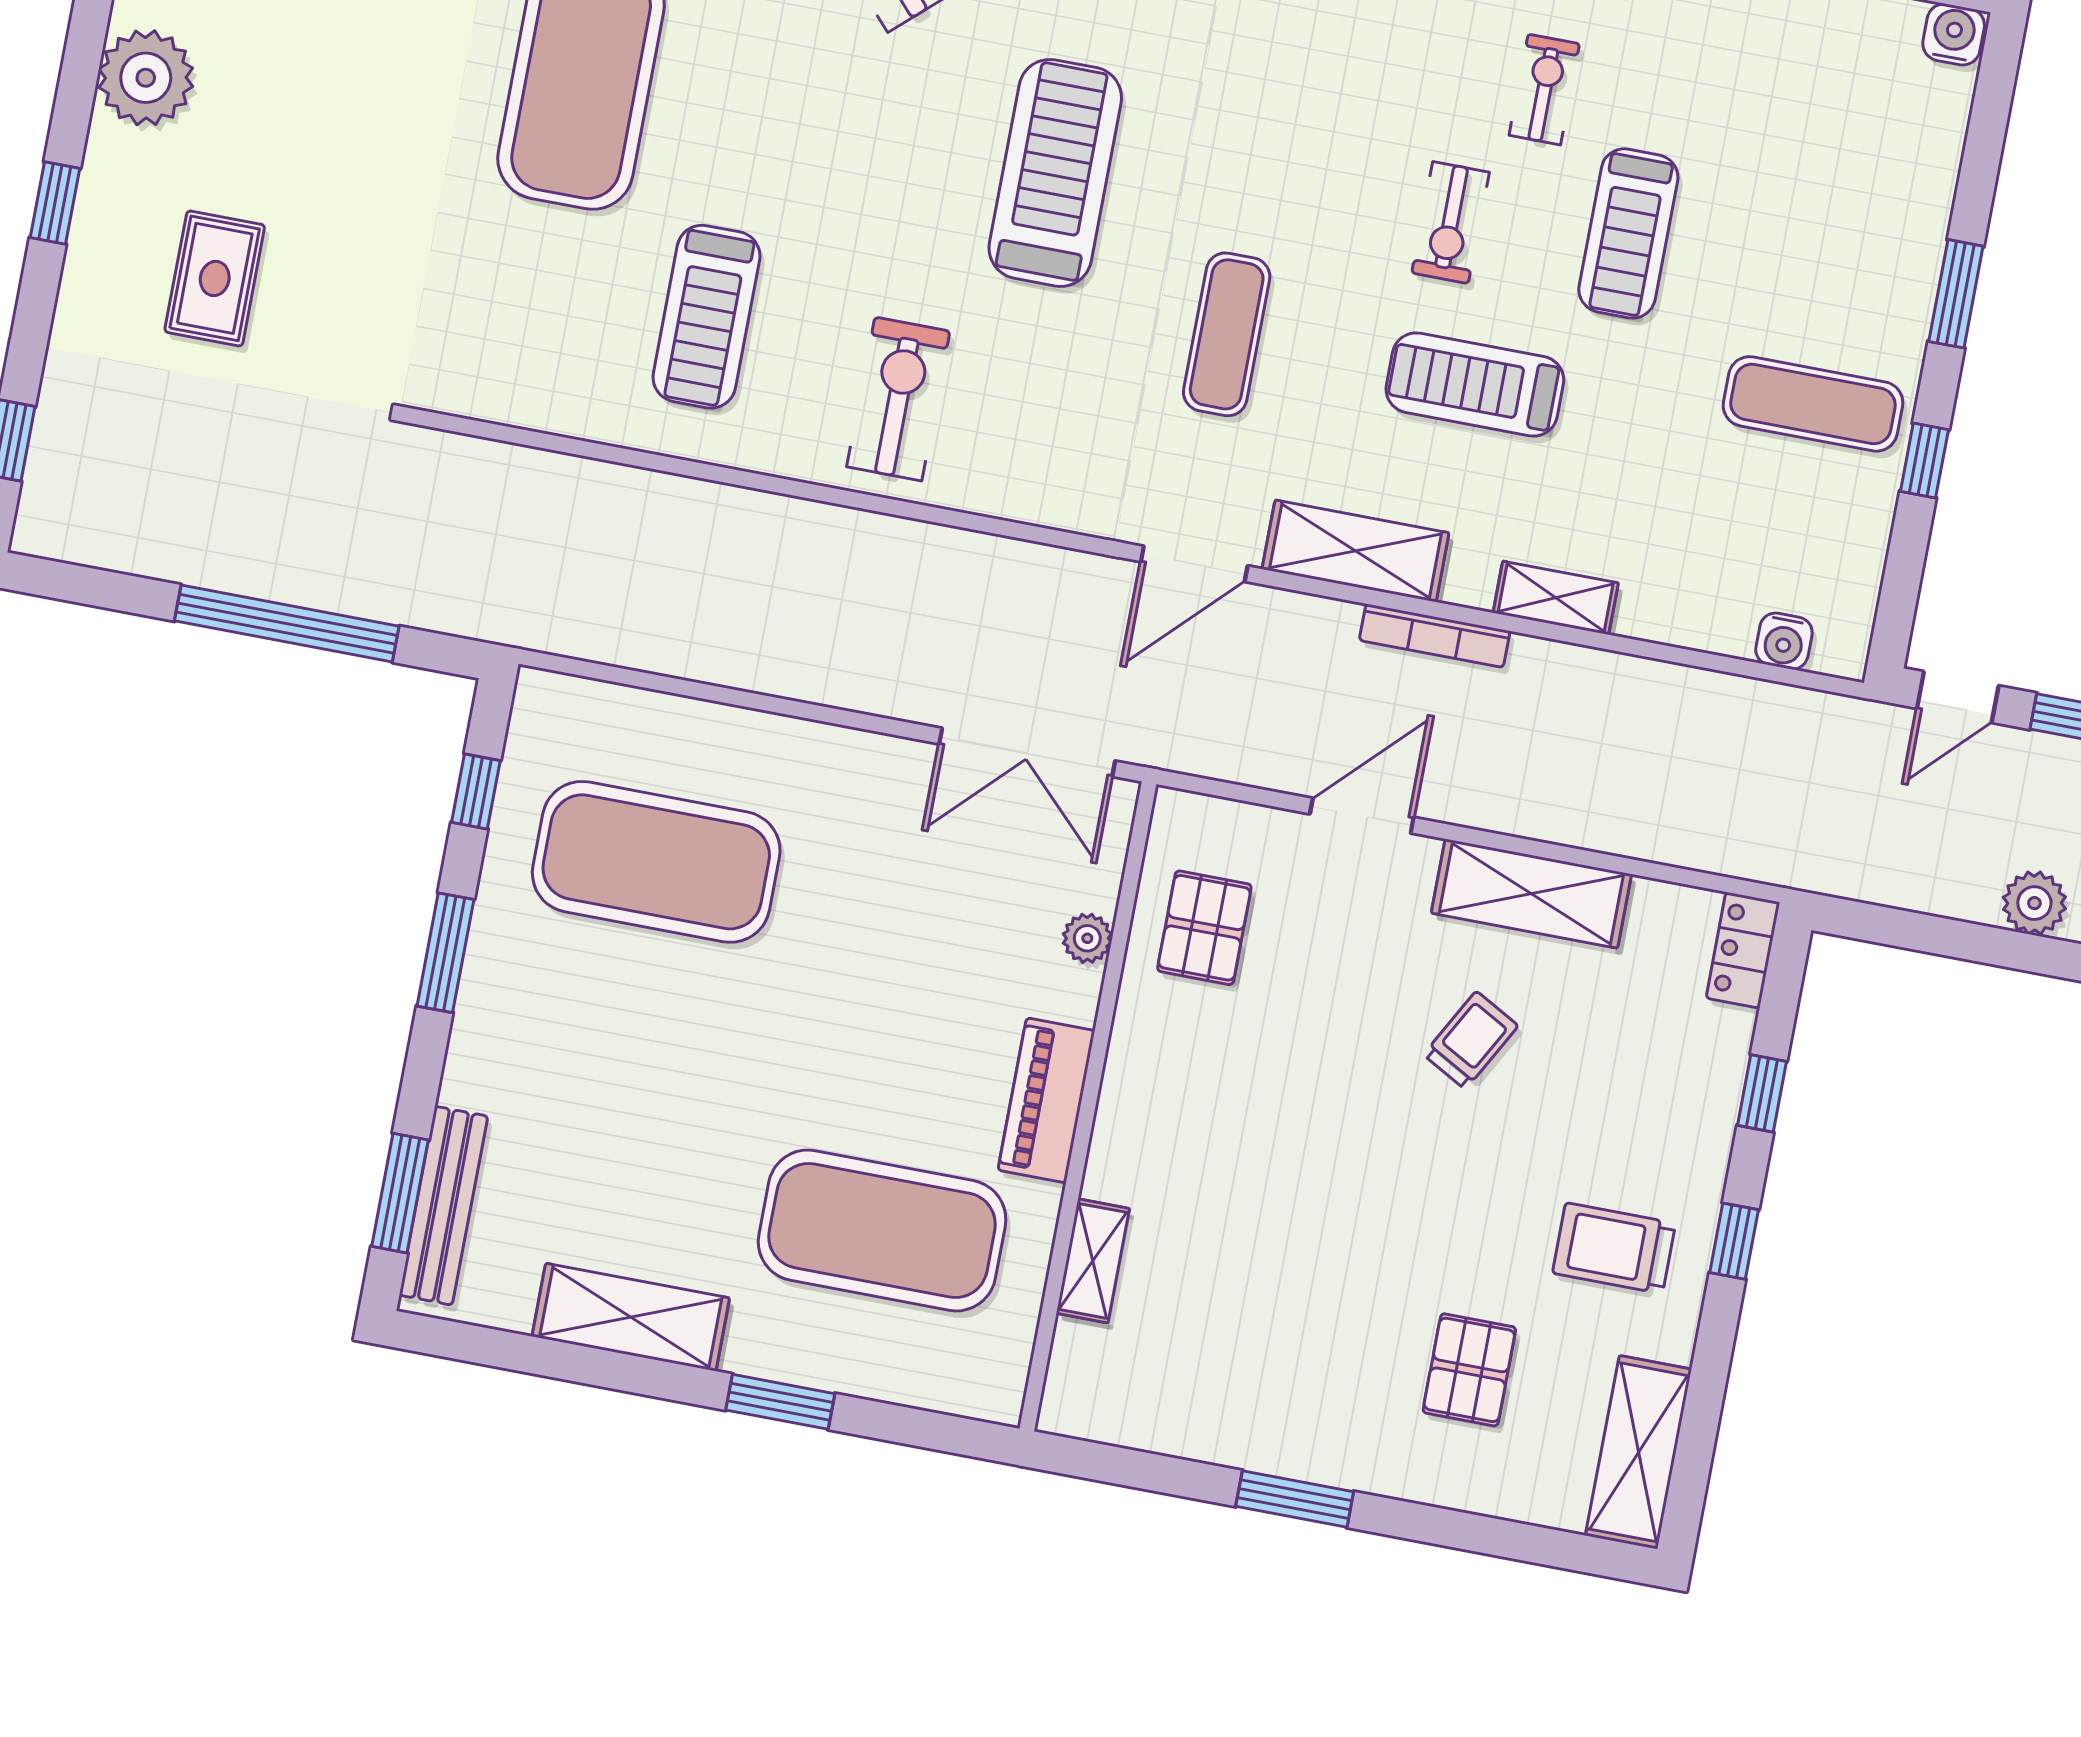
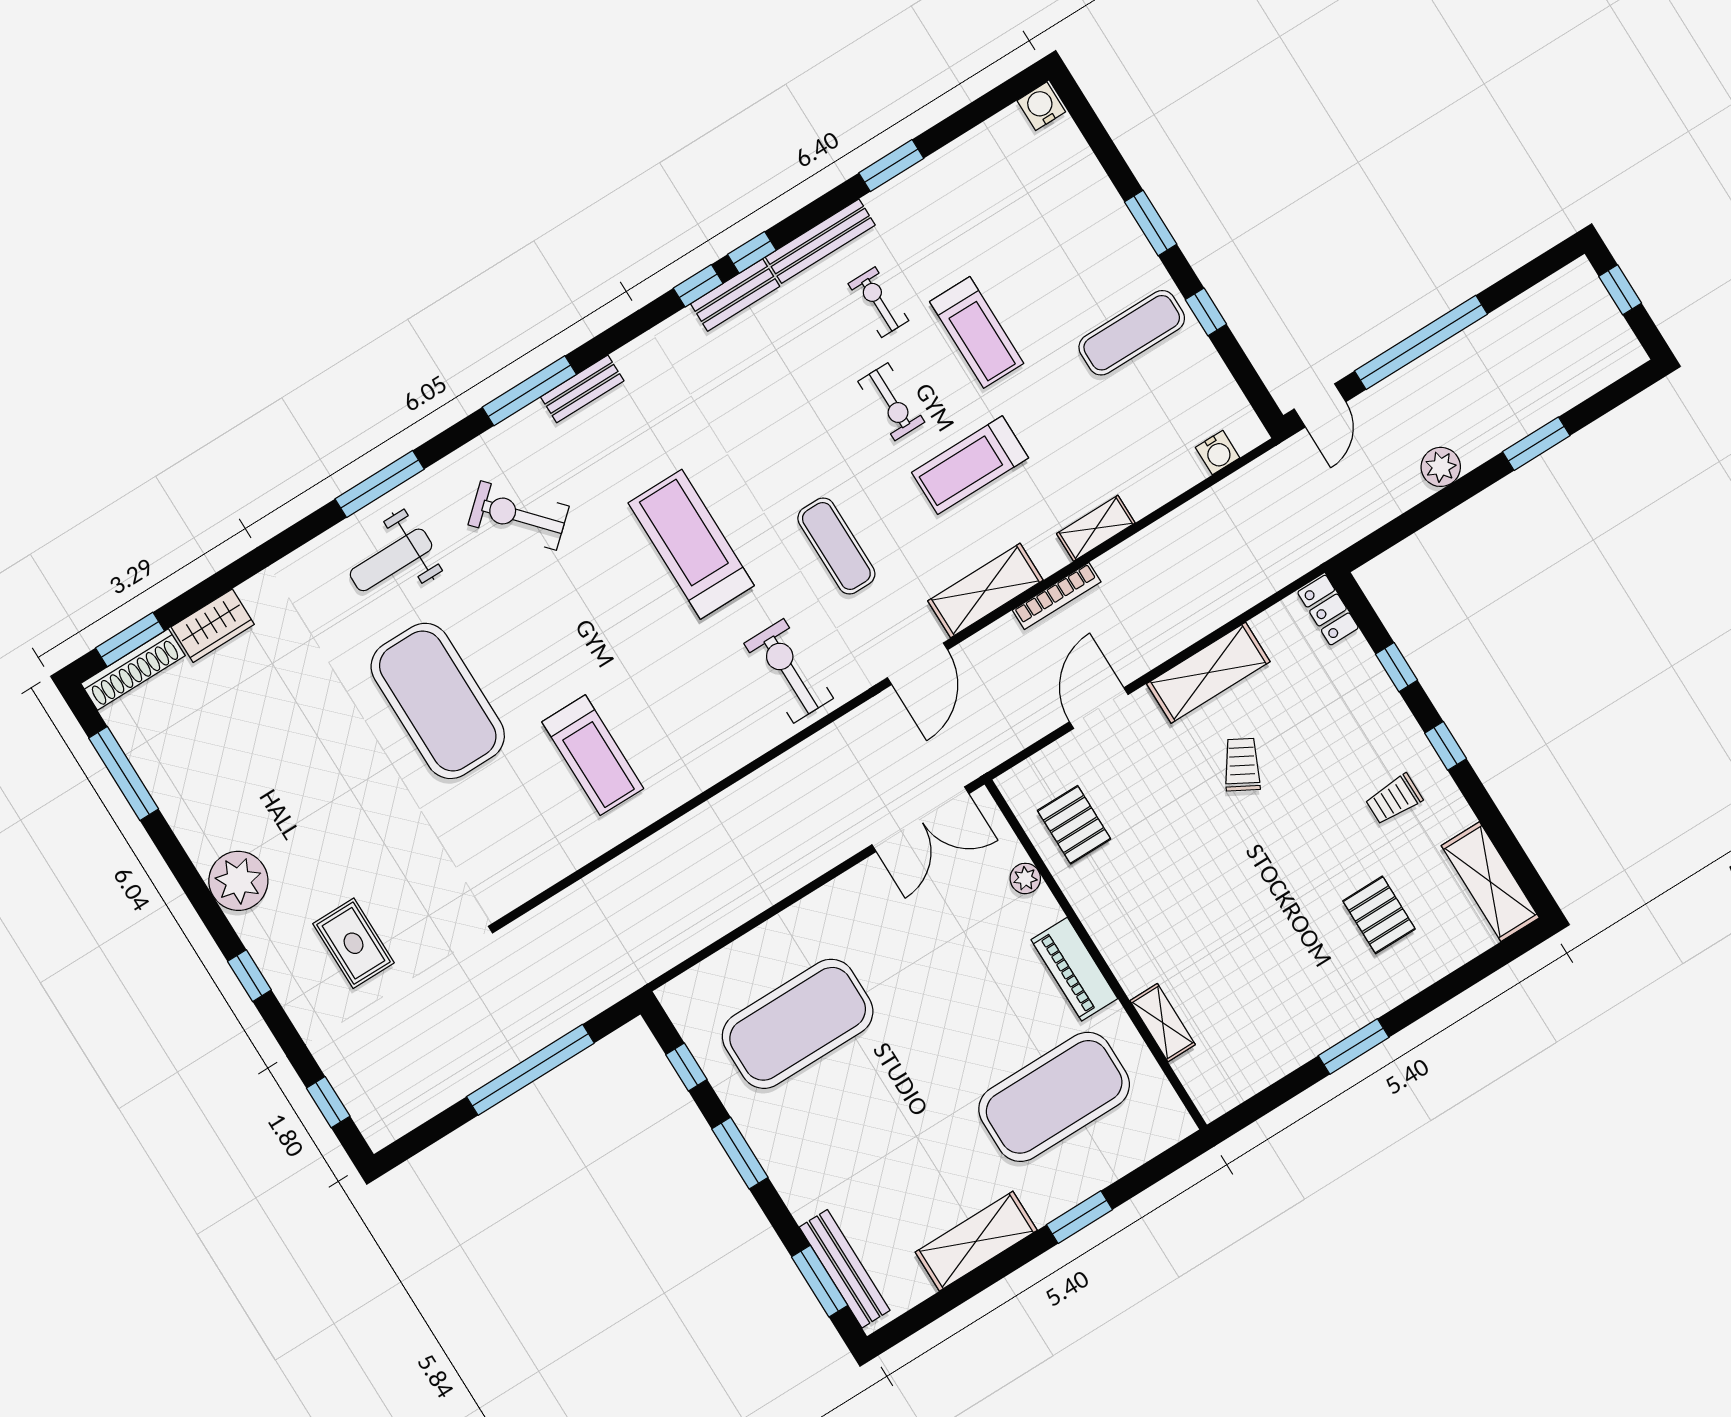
exercise bike: (898, 399) -> (789, 671), moved
trolley: (1614, 1248) -> (1394, 799), width x0.73, depth x0.72

